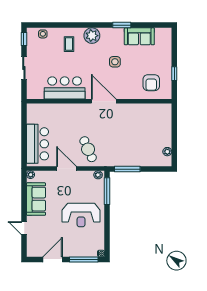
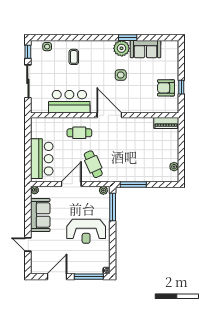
plant: (92, 36) -> (122, 48), moved
sliding door: (24, 68) -> (28, 81), width x1.37
armchair: (151, 83) -> (166, 88), moved, turned 90
piano: (159, 109) -> (166, 123), added
cafe table: (74, 118) -> (79, 133), added
door: (66, 169) -> (71, 184), hinge flipped

